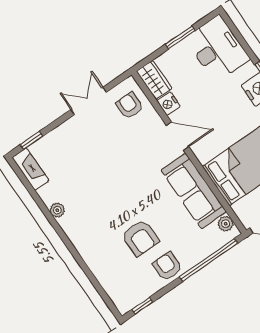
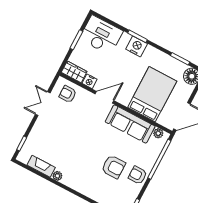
fireplace: (30, 169) -> (41, 166), moved

